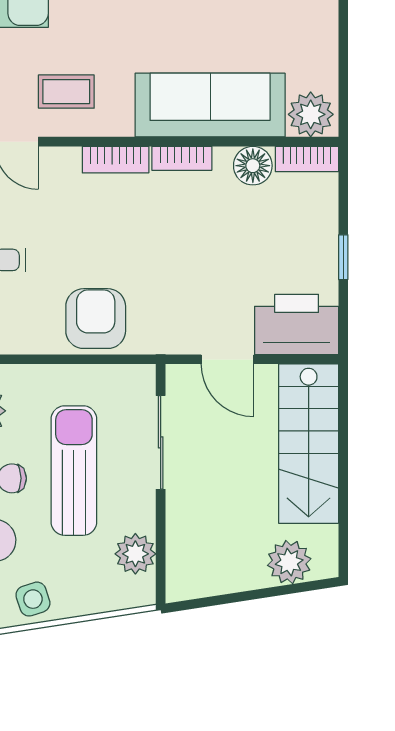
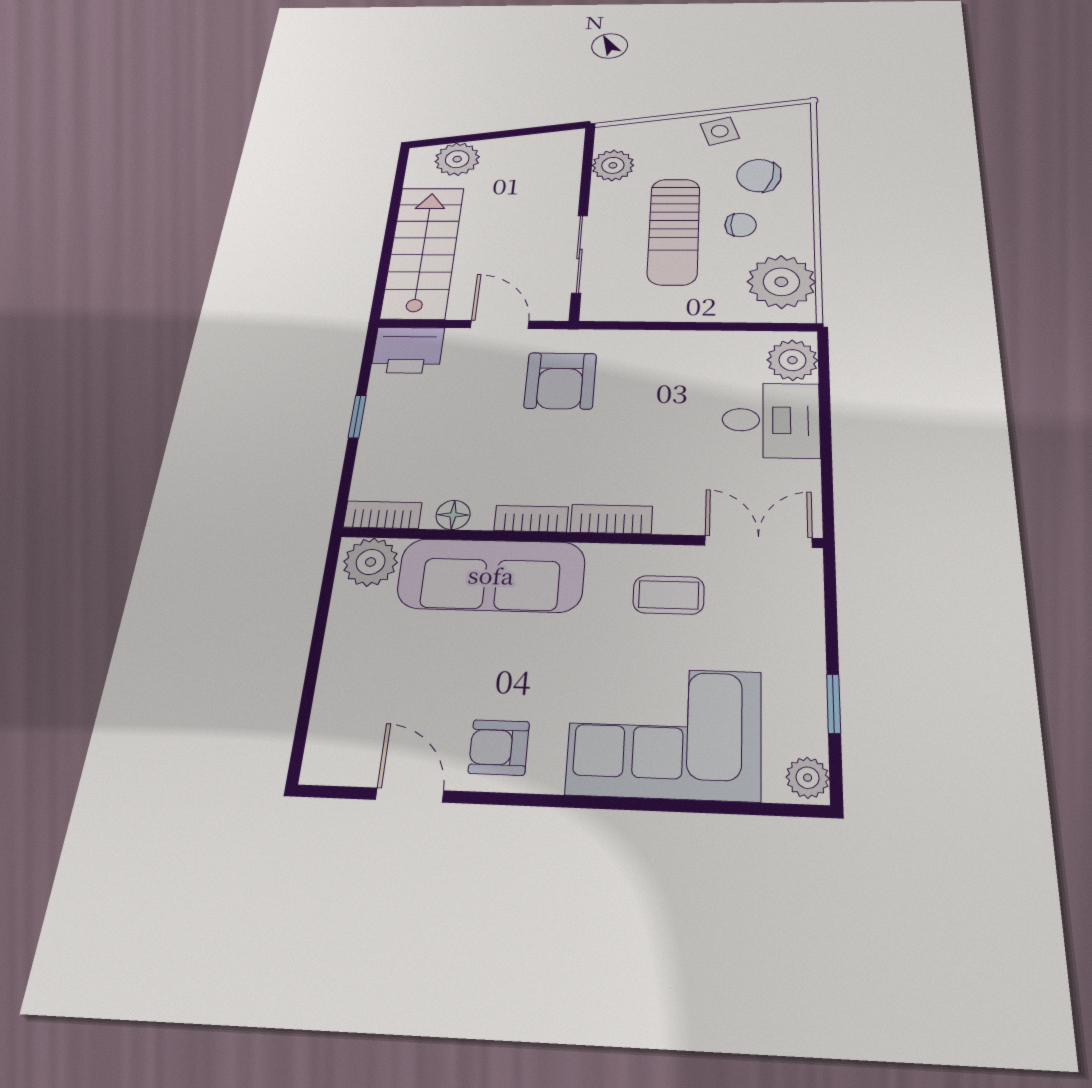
floor lamp: (253, 166) -> (453, 515), width x0.73, depth x0.73
armchair: (96, 319) -> (560, 381), moved
printer: (297, 324) -> (408, 350), width x0.73, depth x0.84

